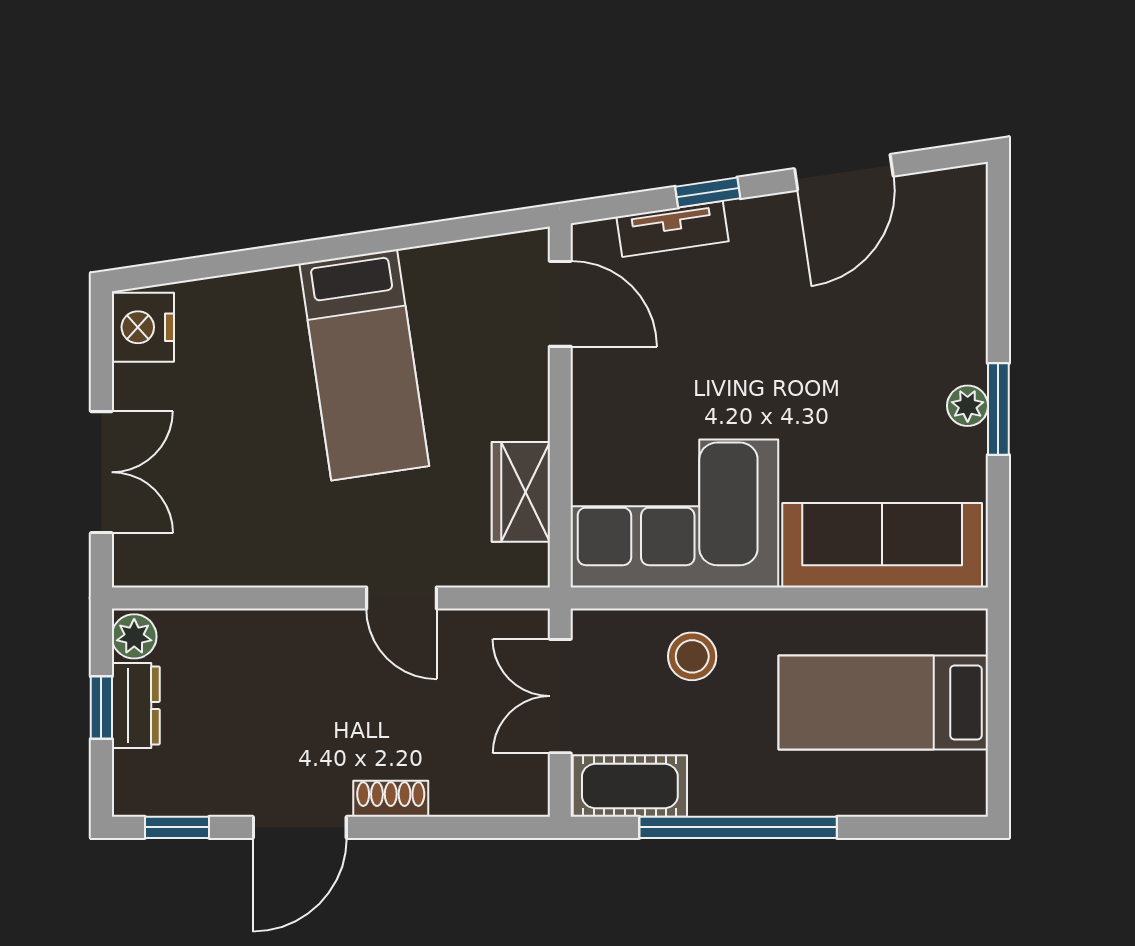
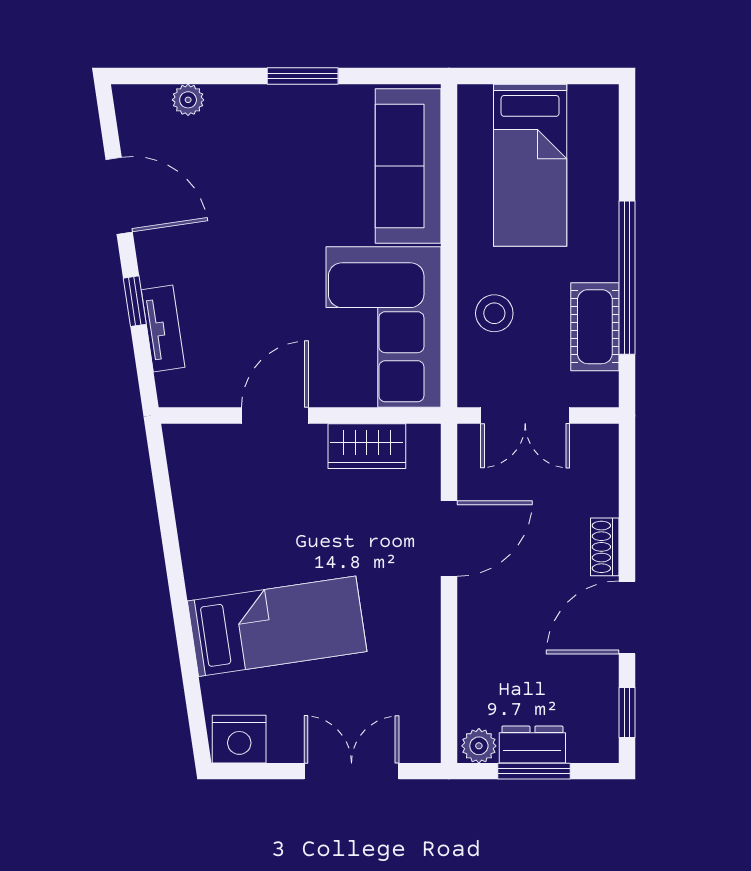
door: (560, 304) -> (275, 415), moved
bed: (364, 365) -> (277, 626), moved
plant: (968, 406) -> (188, 100), moved
door: (401, 598) -> (449, 539), width x1.38
window: (101, 708) -> (534, 771), width x1.50
cot: (630, 786) -> (595, 327), moved
door: (300, 827) -> (627, 617), swing flipped

